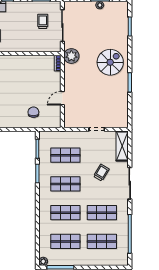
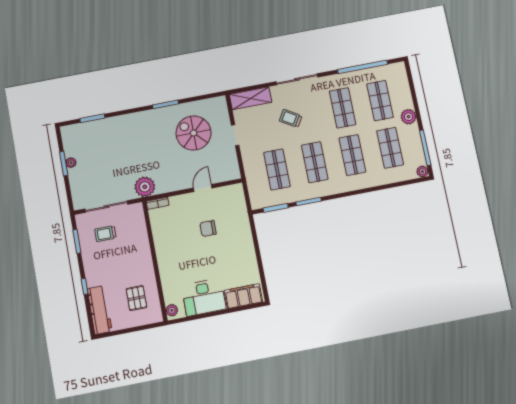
spiral stairs: (110, 62) -> (194, 133), moved
door: (62, 98) -> (203, 188), swing flipped
chair: (33, 112) -> (208, 228), moved
plant: (86, 260) -> (409, 117), added

